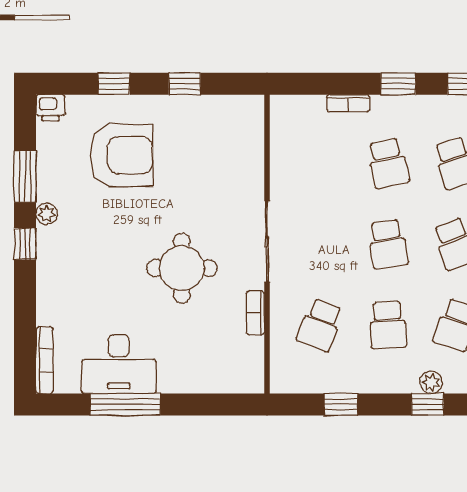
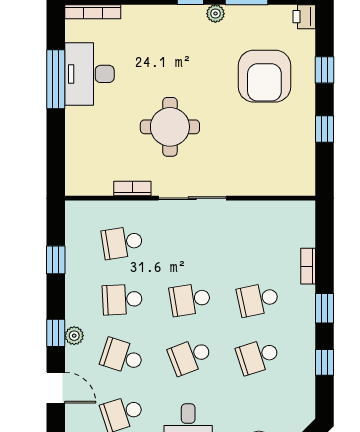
school desk: (320, 325) -> (122, 243), turned -30

